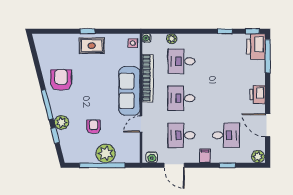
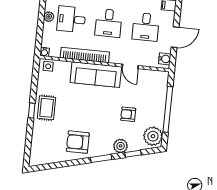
plant: (172, 39) -> (49, 17), moved
desk: (181, 61) -> (71, 19), turned 90
window: (47, 105) -> (101, 158), width x0.69
plant: (106, 153) -> (153, 136), moved

